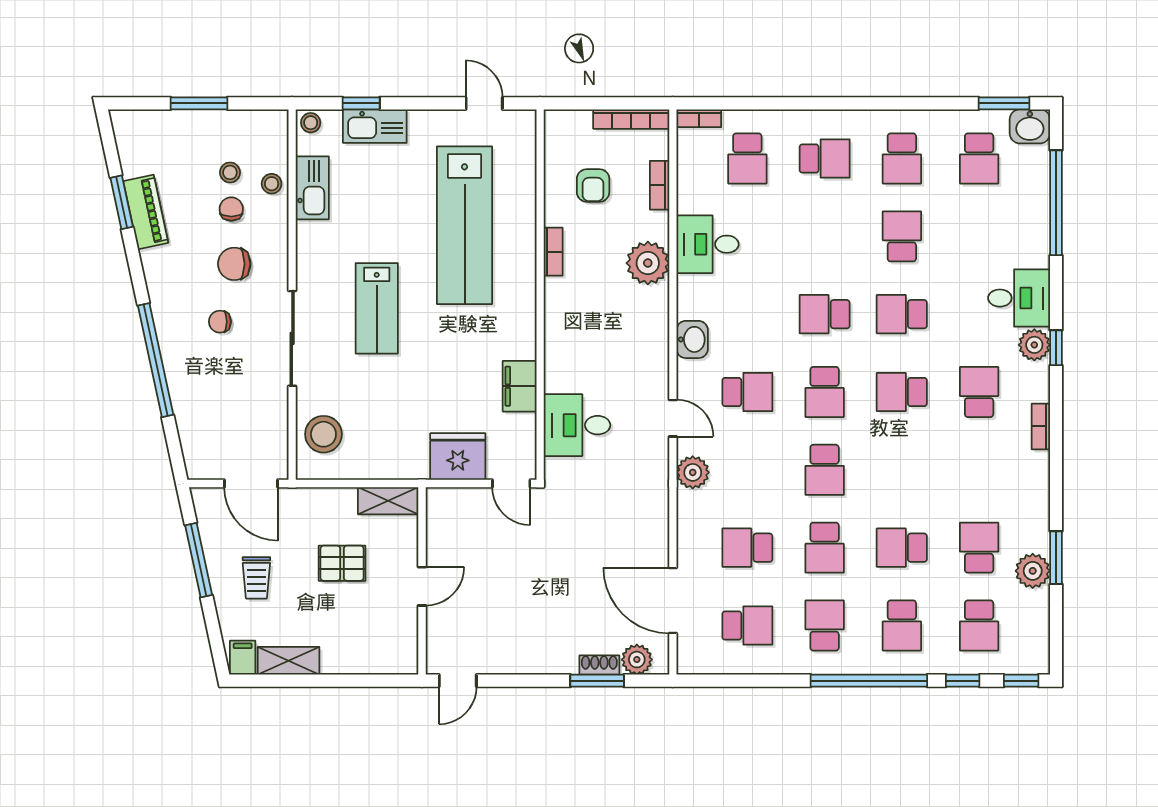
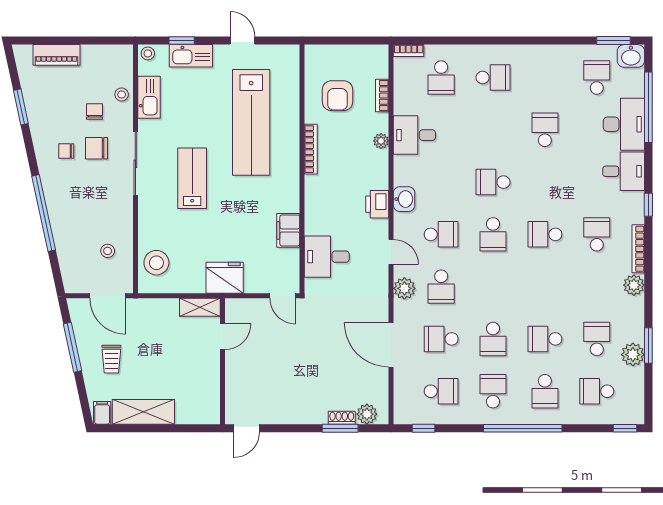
window: (199, 103) -> (73, 41), removed
door: (484, 103) -> (243, 41), moved
bookcase: (631, 119) -> (363, 51), removed
school desk: (902, 159) -> (545, 78), removed
school desk: (979, 159) -> (597, 78), turned 180
stool: (230, 172) -> (108, 251), moved
armchair: (593, 185) -> (338, 96), width x1.38, depth x1.38
piano: (146, 212) -> (57, 55), moved, turned 102
desk: (1019, 228) -> (624, 124), added
bookcase: (553, 252) -> (311, 149), width x1.56
plant: (648, 263) -> (381, 141), width x0.53, depth x0.53
lab bench: (377, 308) -> (192, 178), turned 180
school desk: (902, 314) -> (545, 182), removed
chair: (220, 322) -> (66, 151), moved
sliding door: (292, 338) -> (135, 164), moved
plant: (1034, 345) -> (634, 285), moved
printer: (652, 347) -> (377, 204), added
bookcase: (1041, 426) -> (638, 249), width x1.56
fridge: (458, 457) -> (225, 278), moved
school desk: (825, 470) -> (441, 287), moved
pallet: (342, 563) -> (169, 349), removed
door: (422, 586) -> (223, 336), moved
door: (673, 601) -> (391, 345), moved
school desk: (979, 625) -> (597, 391), turned 90
shelving: (289, 661) -> (143, 412), width x1.50, depth x1.33
window: (963, 681) -> (424, 428), moved

